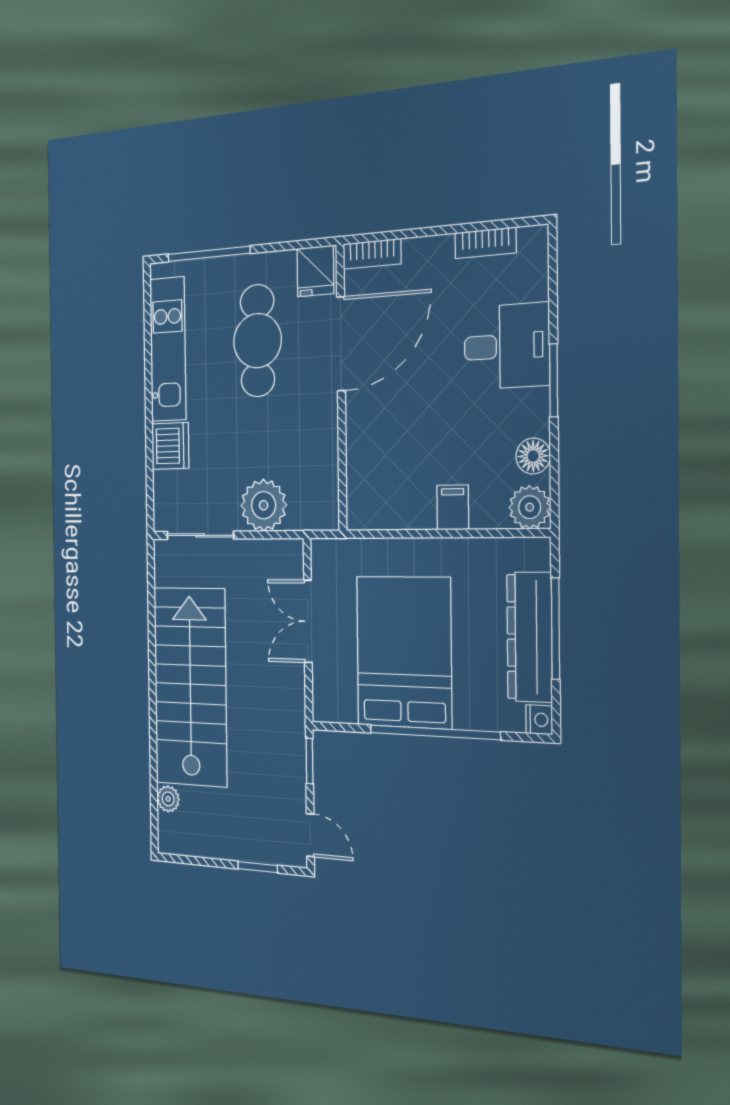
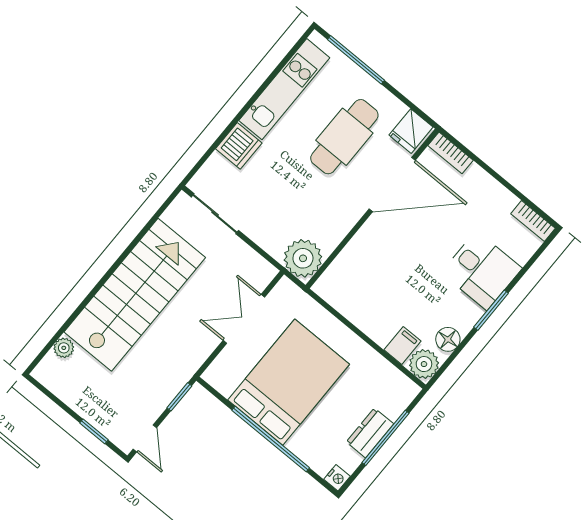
bookcase: (486, 243) -> (533, 221), moved
plant: (264, 505) -> (303, 258), moved
filing cabinet: (453, 507) -> (403, 345), moved
dresser: (529, 637) -> (370, 433), width x0.51, depth x0.80

